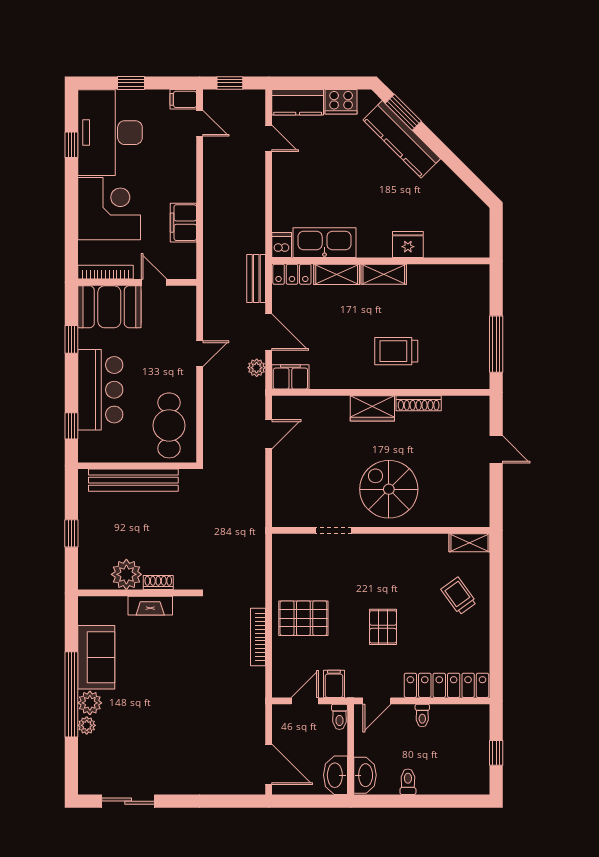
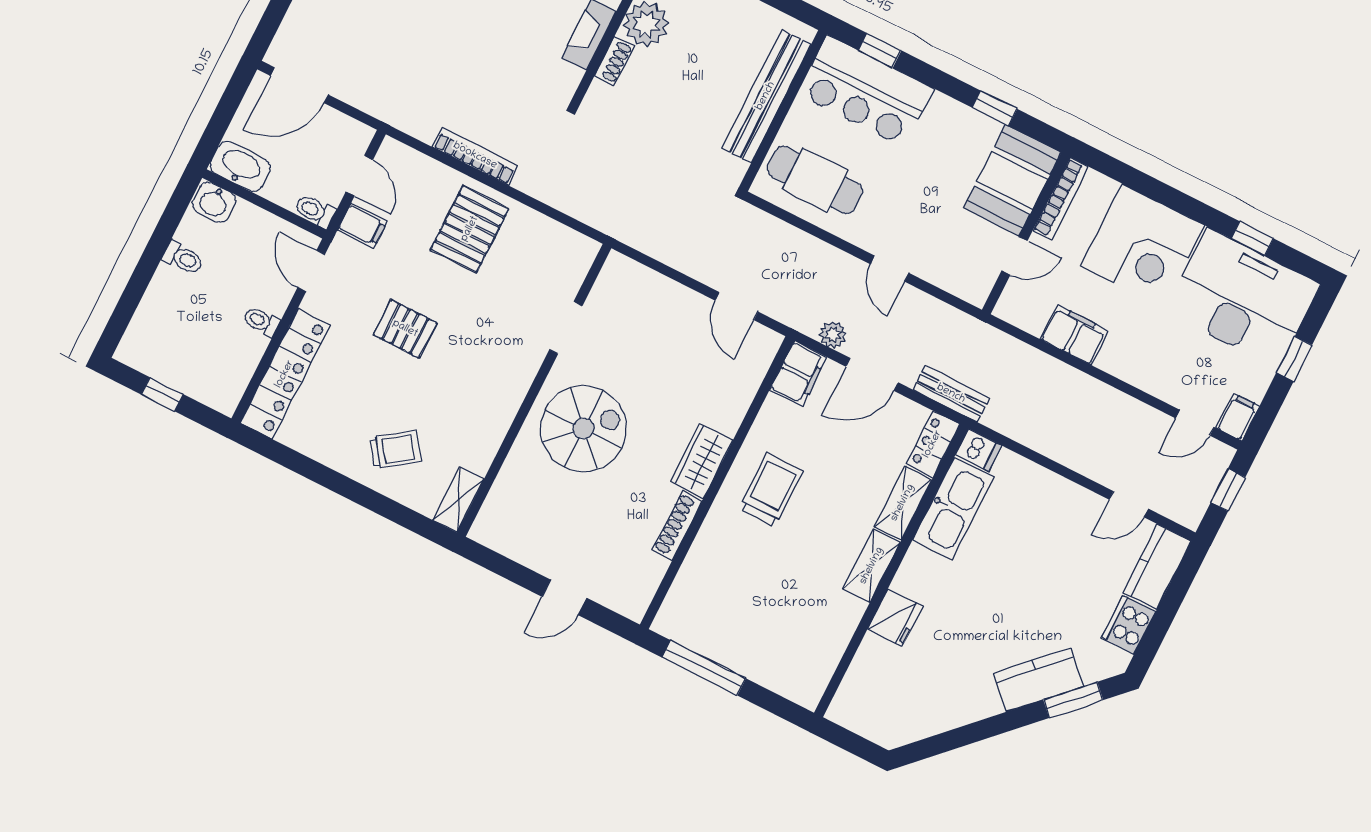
kitchen counter: (402, 139) -> (1038, 680), width x0.67
trolley: (396, 351) -> (771, 490), moved
bar counter: (100, 390) -> (865, 91), moved
washbasin: (365, 775) -> (214, 202), width x0.72

